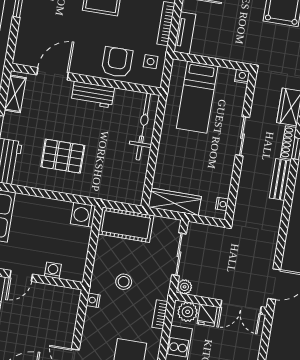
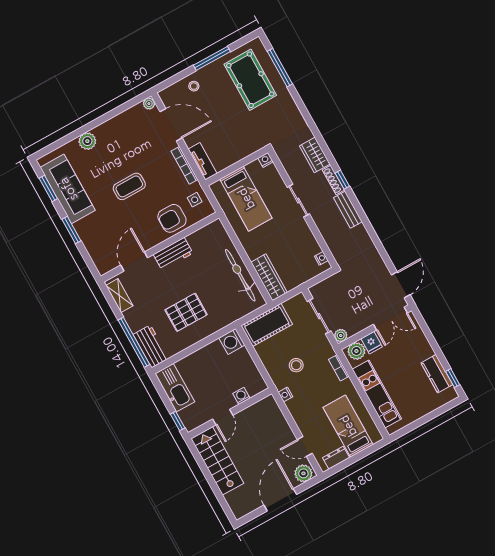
armchair: (117, 62) -> (172, 218), turned -90
bicycle: (143, 127) -> (240, 275), moved
wardrobe: (175, 202) -> (269, 277), moved, turned 90

